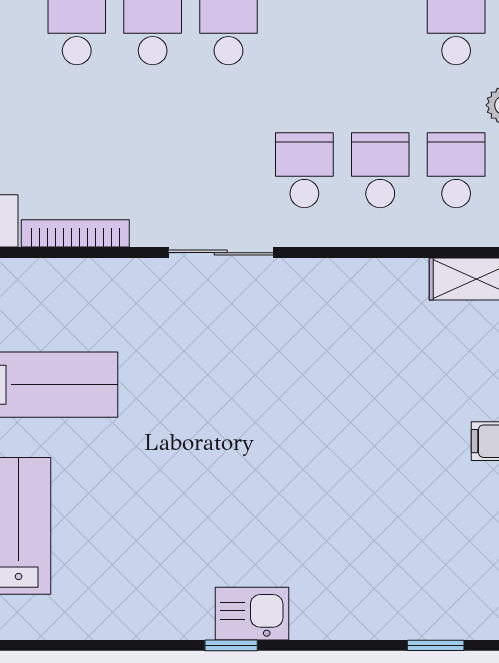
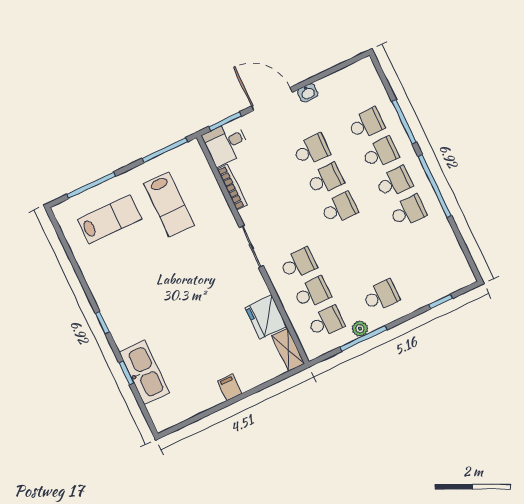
fridge: (385, 293) -> (266, 317), added
kitchen sink: (252, 614) -> (144, 372), moved, width x1.88, depth x1.24
window: (436, 645) -> (126, 373), moved

